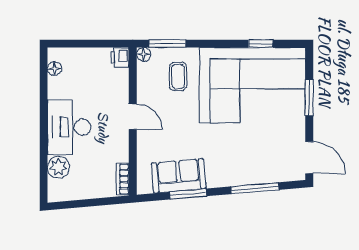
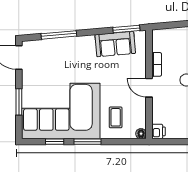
window: (167, 44) -> (88, 142), moved
bookcase: (123, 179) -> (157, 64), moved
window: (188, 194) -> (126, 29), moved

